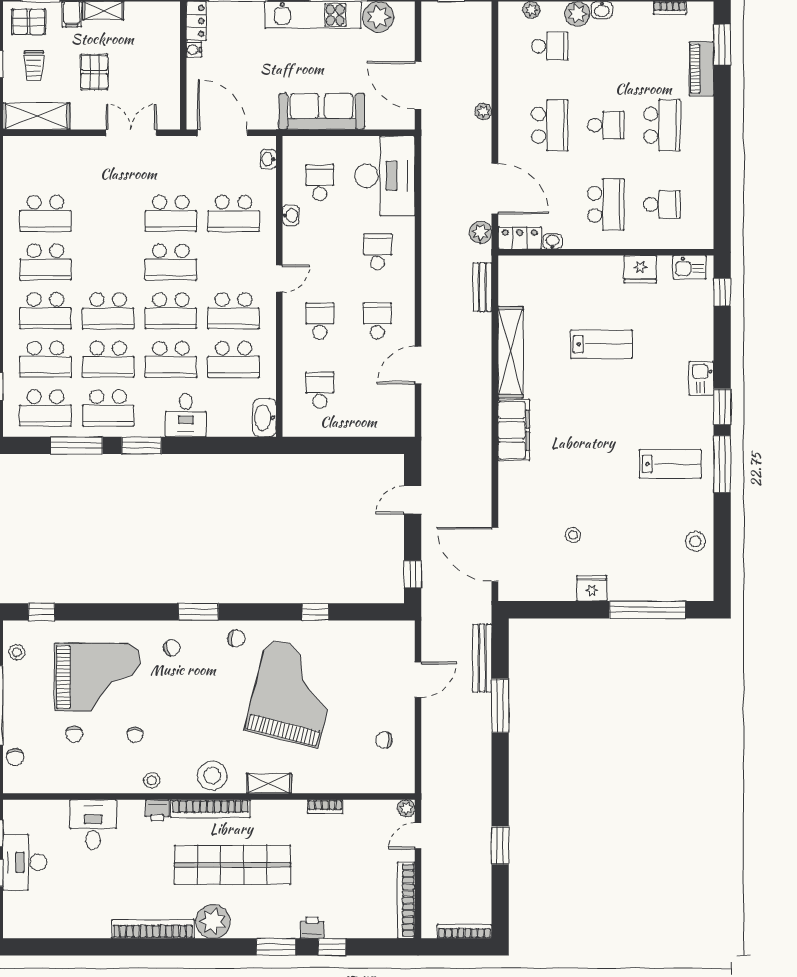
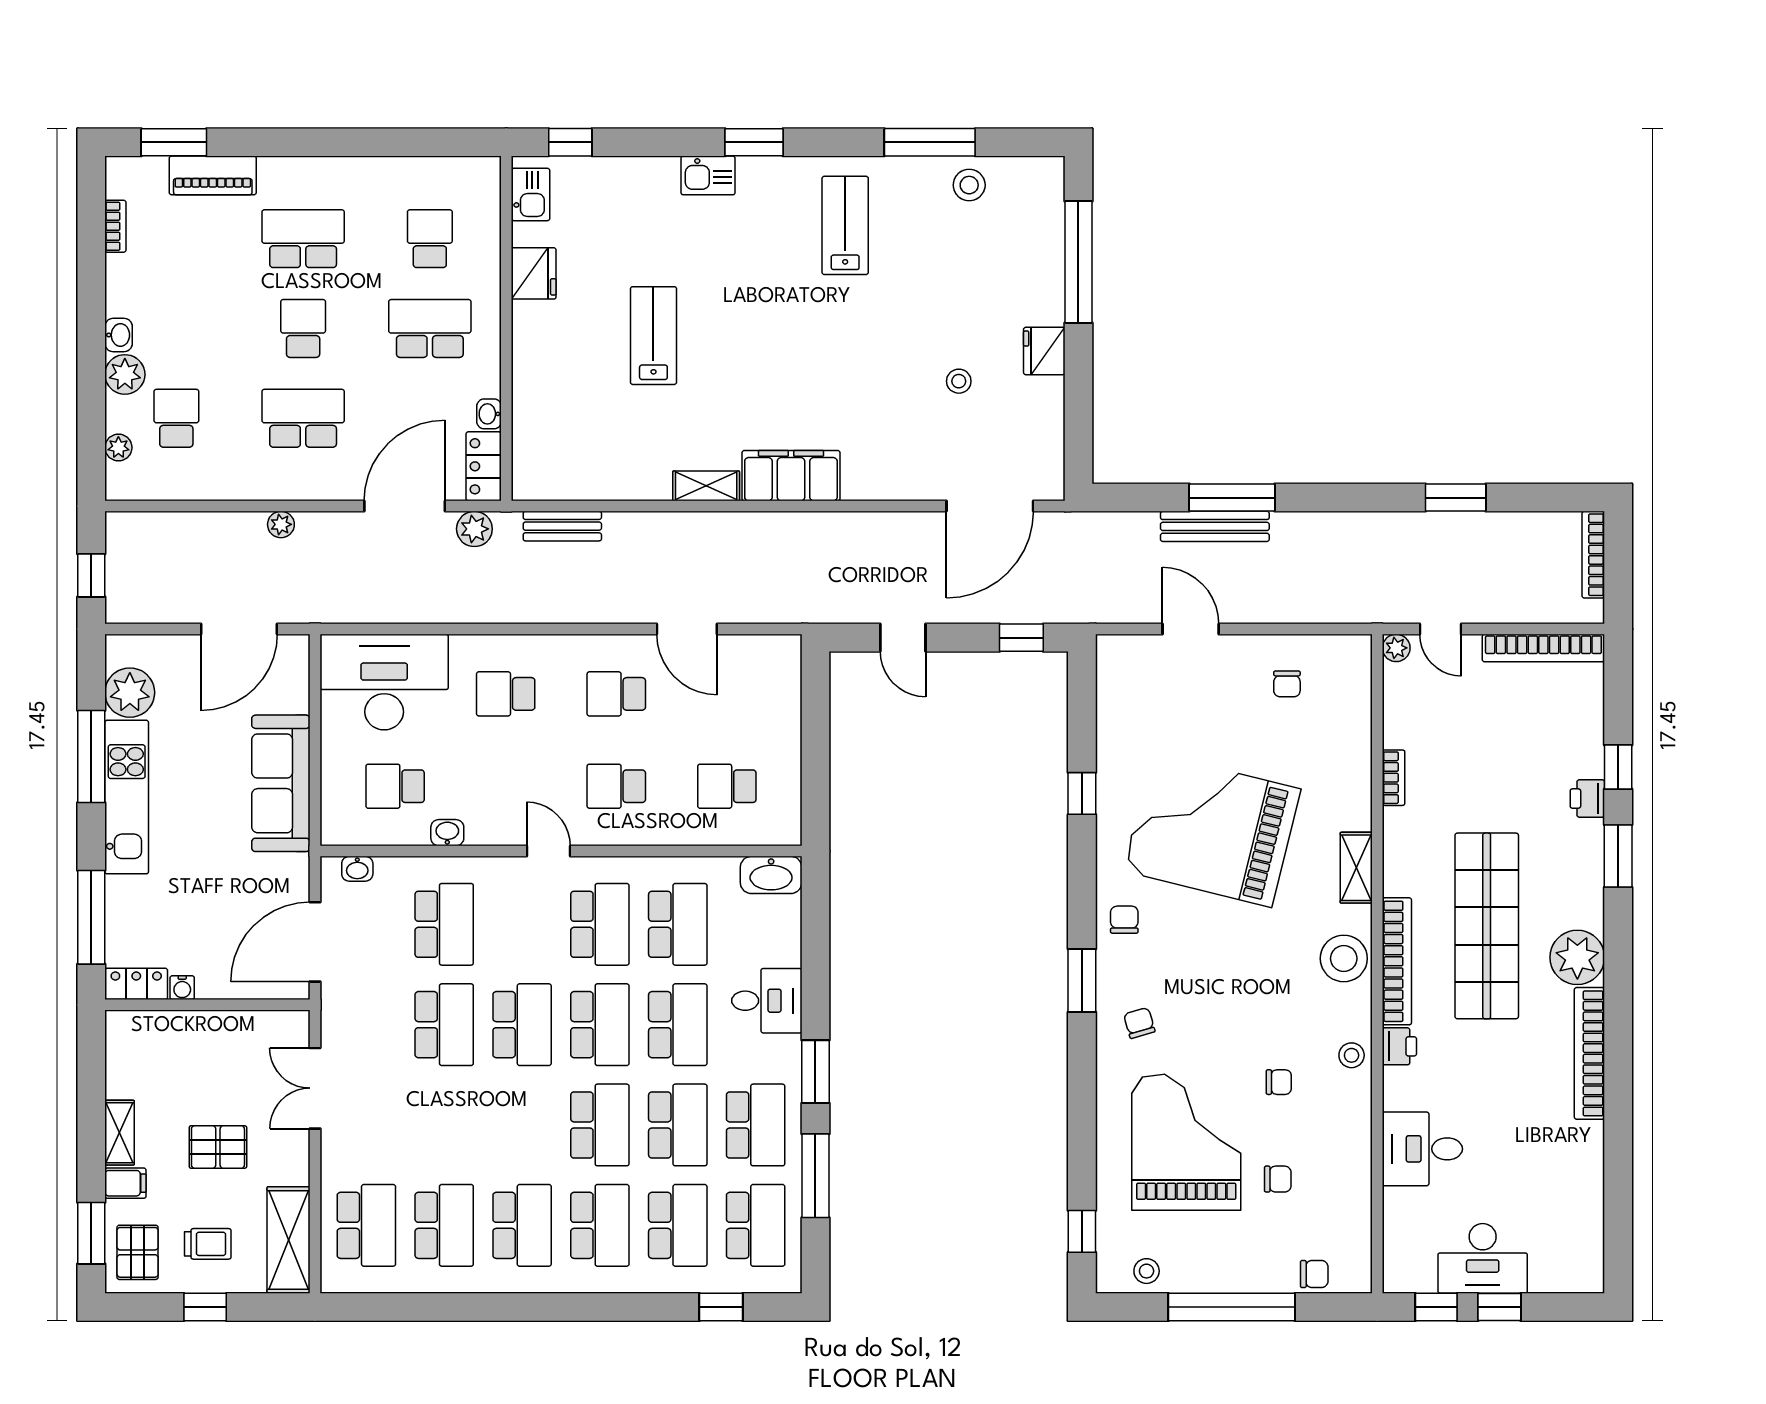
school desk: (45, 165) -> (366, 1225), added
shelving: (511, 352) -> (706, 486), width x0.45, depth x0.75
window: (722, 464) -> (930, 142), moved
bench: (482, 658) -> (1215, 526), moved

